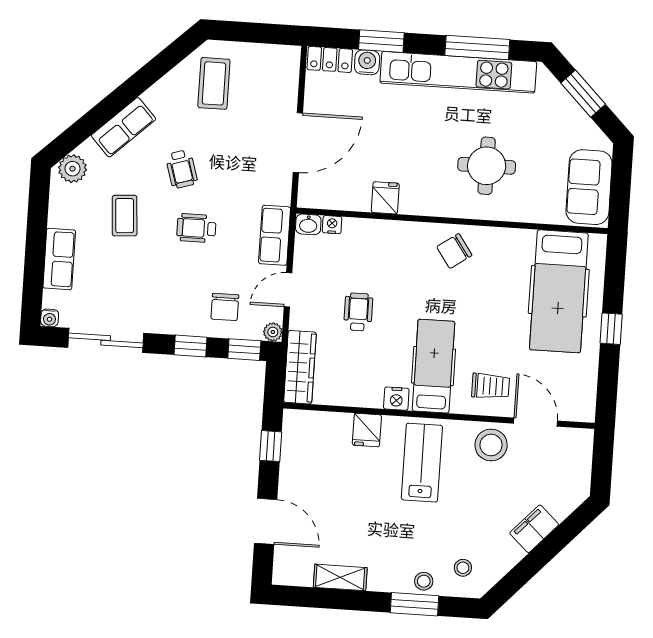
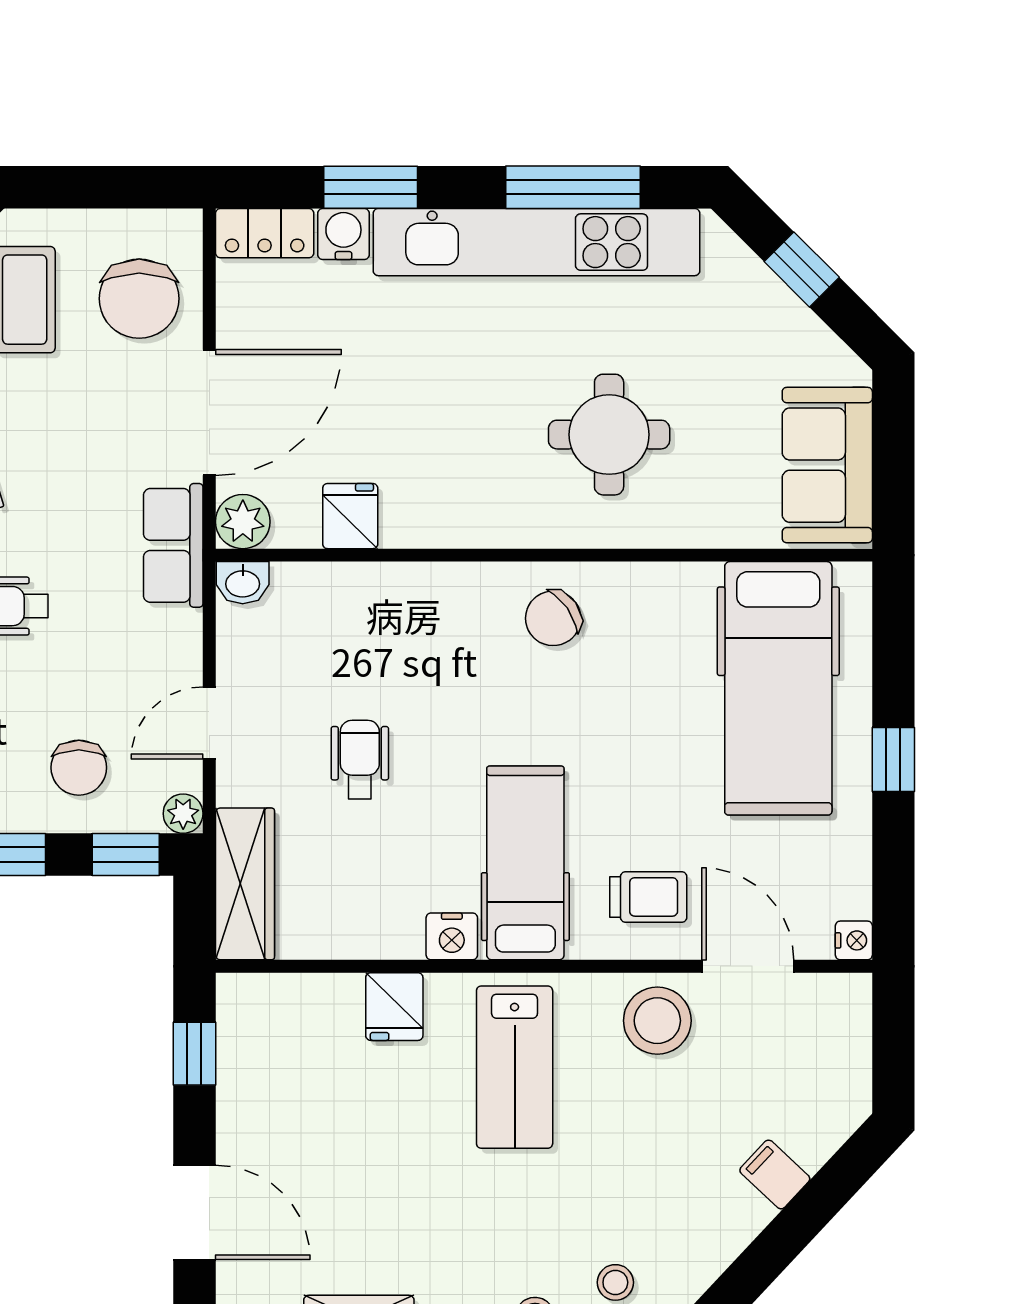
chair: (268, 87) -> (139, 299), added
window: (583, 94) -> (802, 269), width x0.67
plant: (310, 195) -> (243, 522), added
fridge: (385, 198) -> (350, 516), moved
nightstand: (332, 225) -> (854, 940), moved, turned 90
row of seats: (275, 235) -> (173, 545), moved
lab bench: (422, 463) -> (515, 1067), turned 180
filing cabinet: (534, 529) -> (775, 1174), width x0.50

